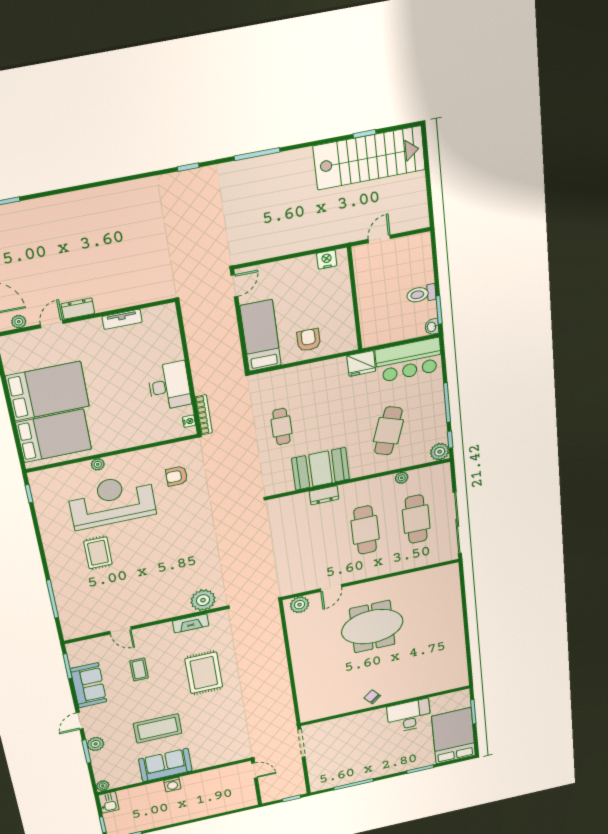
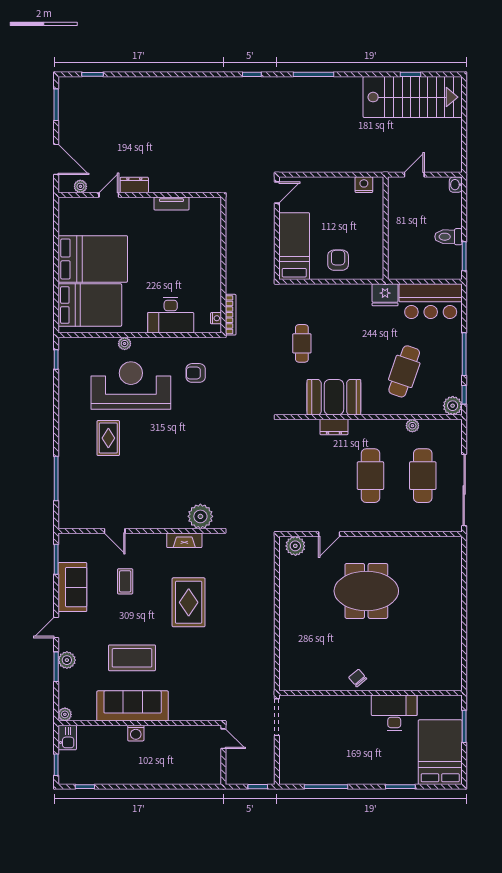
washbasin: (432, 327) -> (456, 185), moved
desk: (169, 386) -> (171, 315), moved, turned 90
sofa: (165, 765) -> (133, 706), width x1.36

